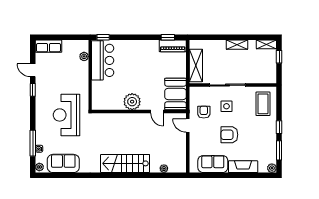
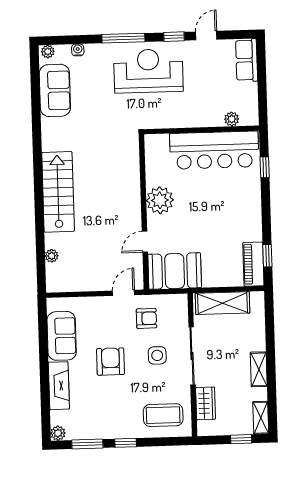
window: (103, 37) -> (265, 167), moved
bar counter: (103, 60) -> (214, 150), width x1.36
wardrobe: (257, 78) -> (206, 403), added
reception desk: (66, 115) -> (148, 71), moved
window: (33, 143) -> (123, 38), moved

